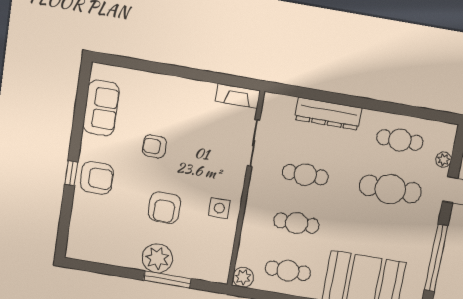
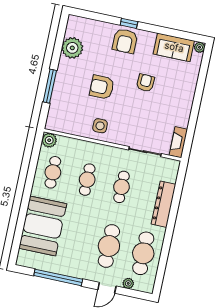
plant: (98, 71) -> (200, 47), added
cafe table: (400, 140) -> (143, 253), width x1.37, depth x1.35
plant: (157, 258) -> (72, 48), moved

